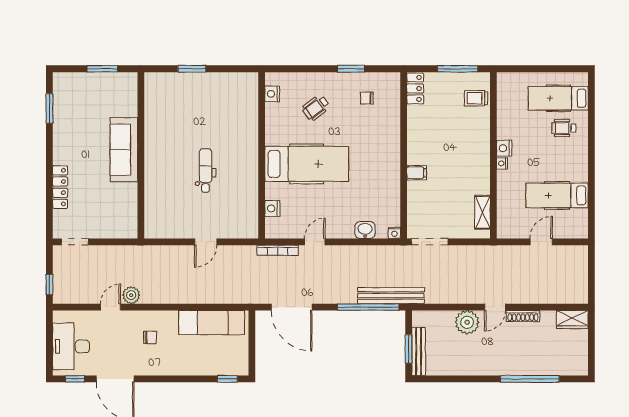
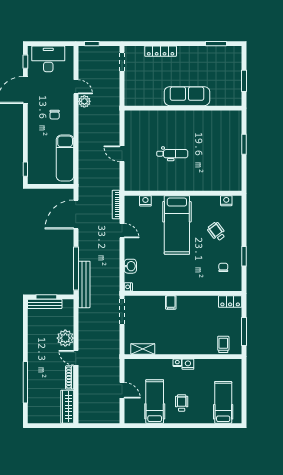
wheelchair: (564, 128) -> (182, 403), moved
wardrobe: (572, 319) -> (67, 407), width x1.50

